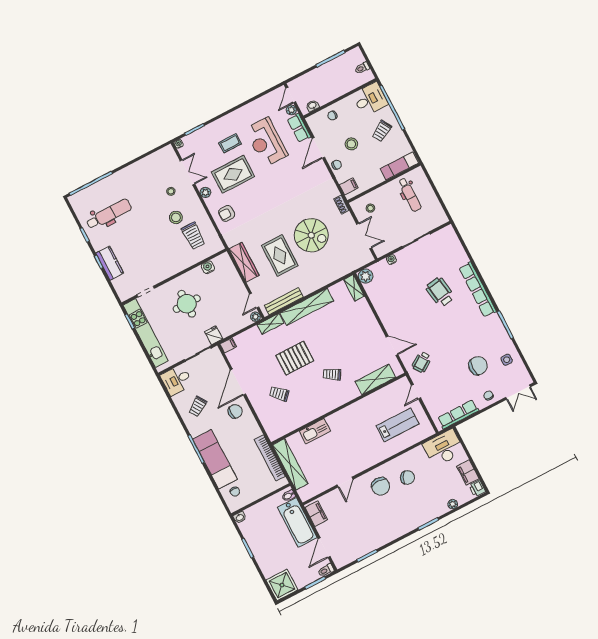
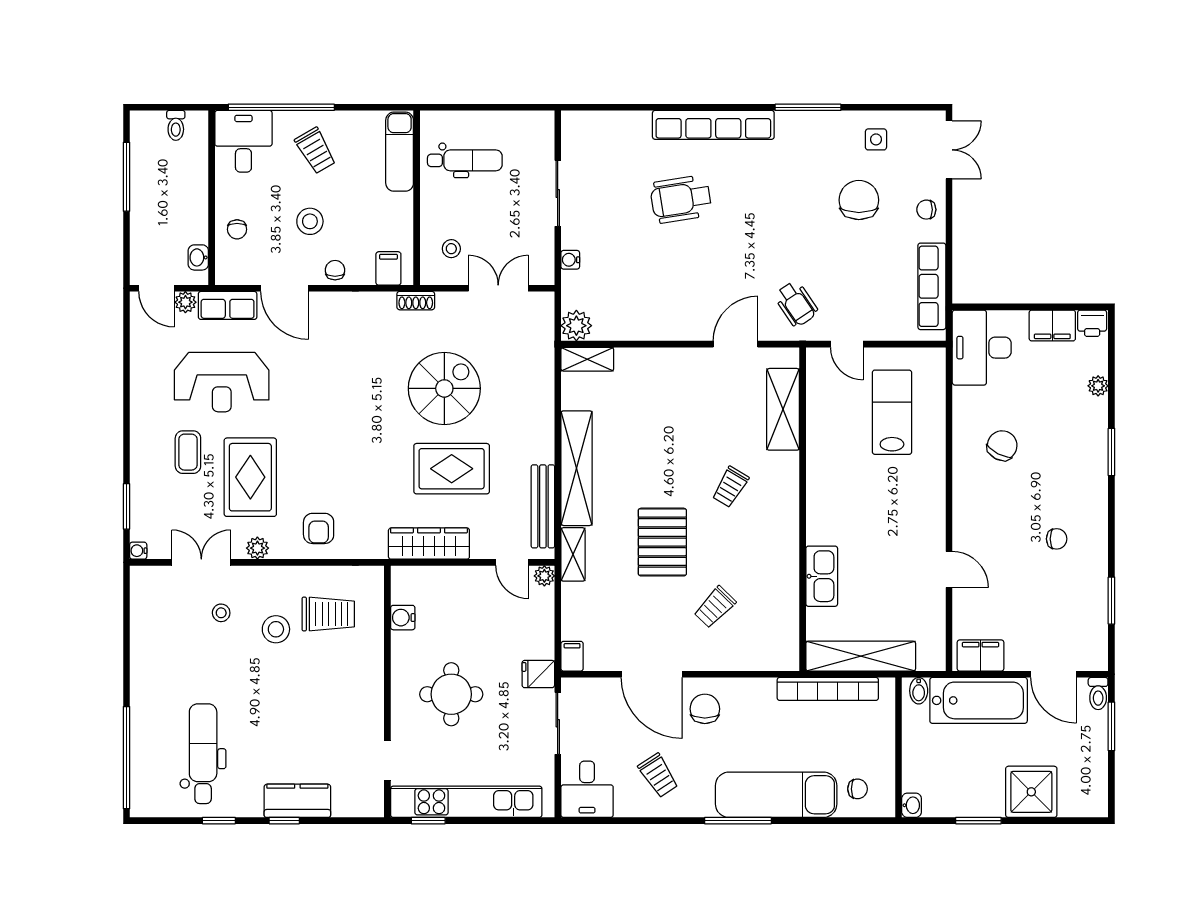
chair: (381, 486) -> (1057, 539), moved, width x0.54, depth x0.54
shower: (282, 585) -> (1031, 792), moved

